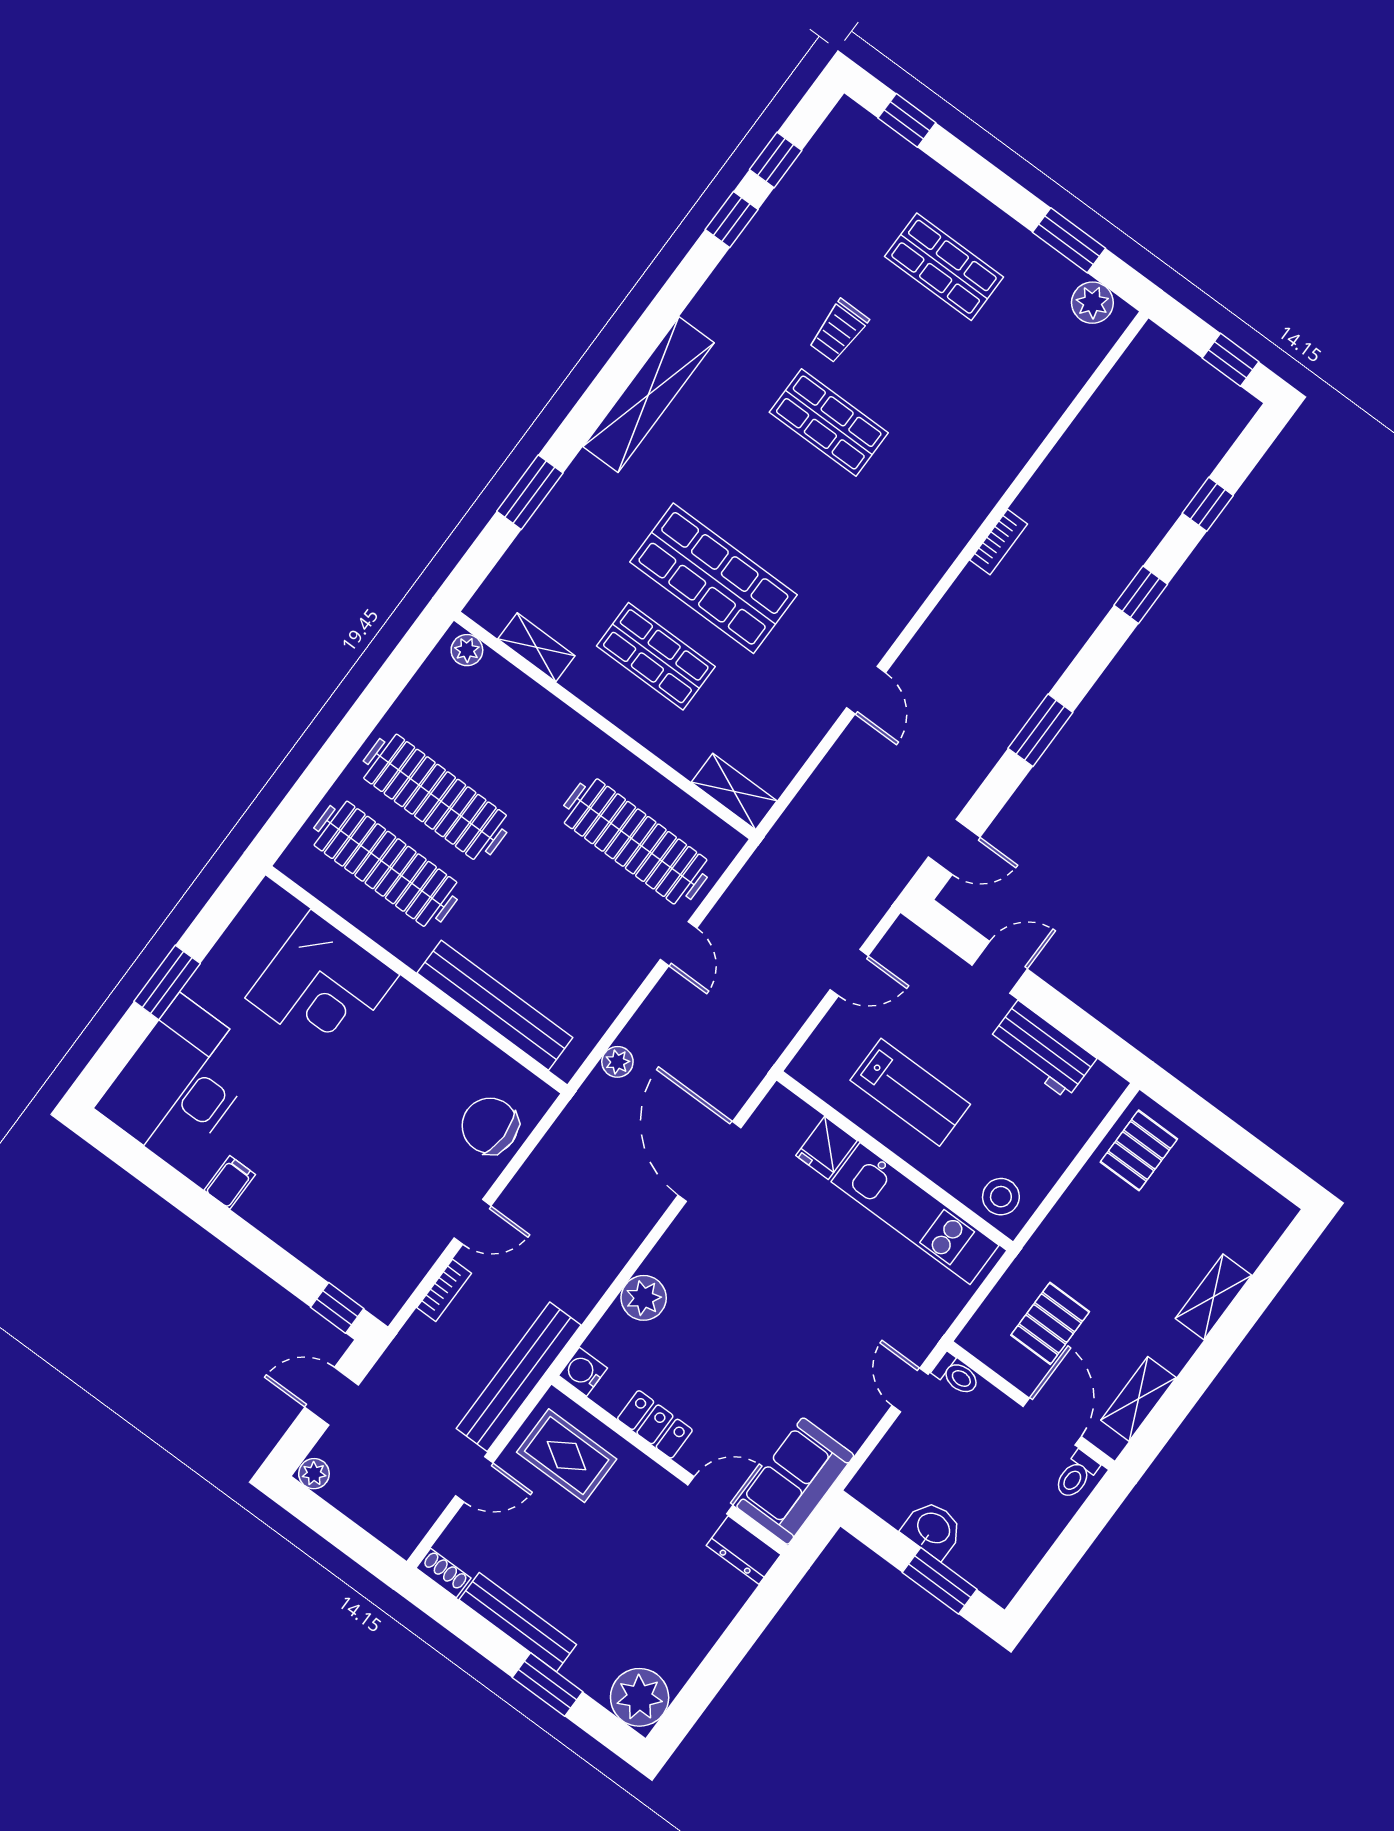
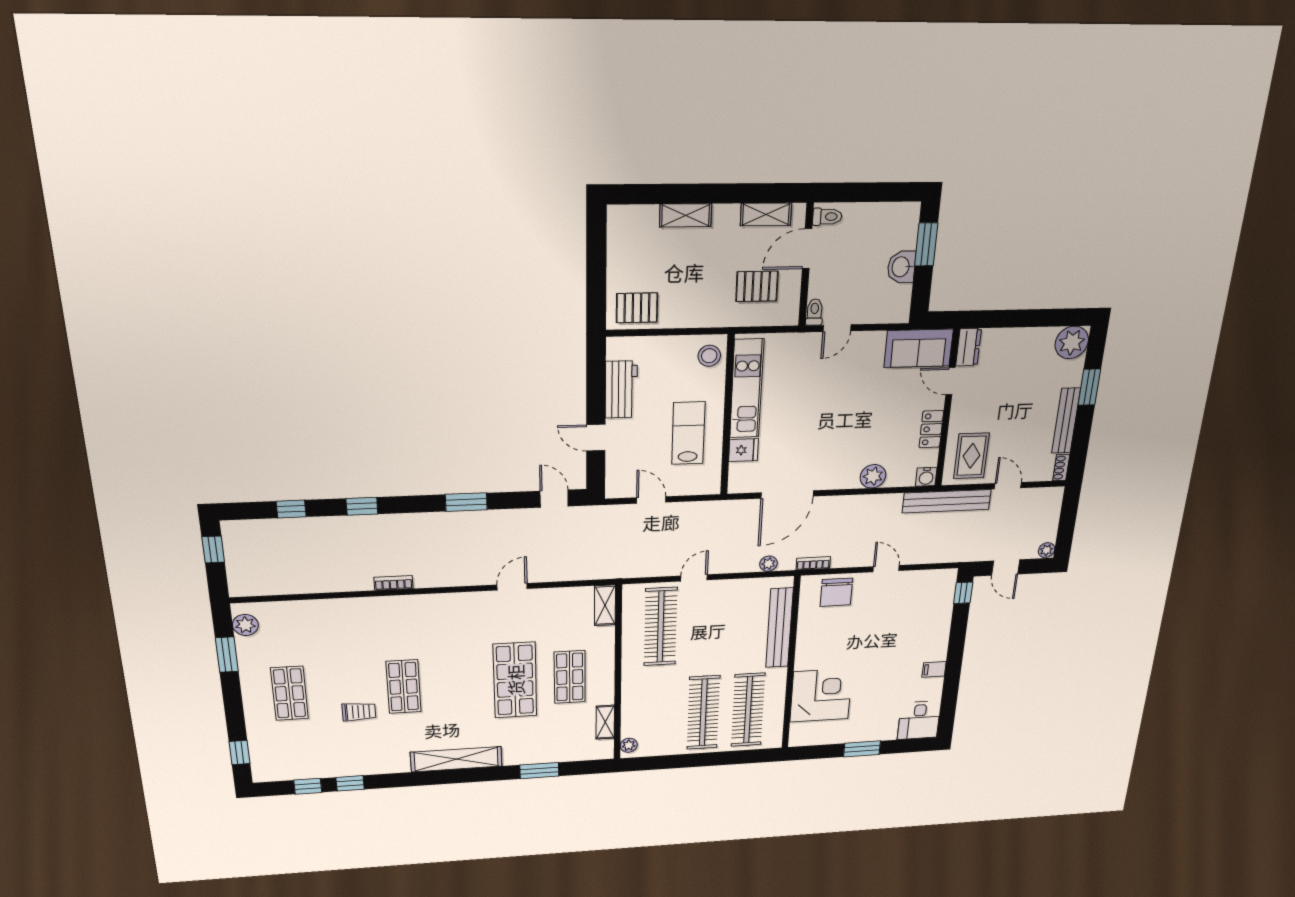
desk: (180, 1082) -> (919, 720), width x0.53, depth x0.77
bookcase: (444, 1290) -> (813, 563), moved

